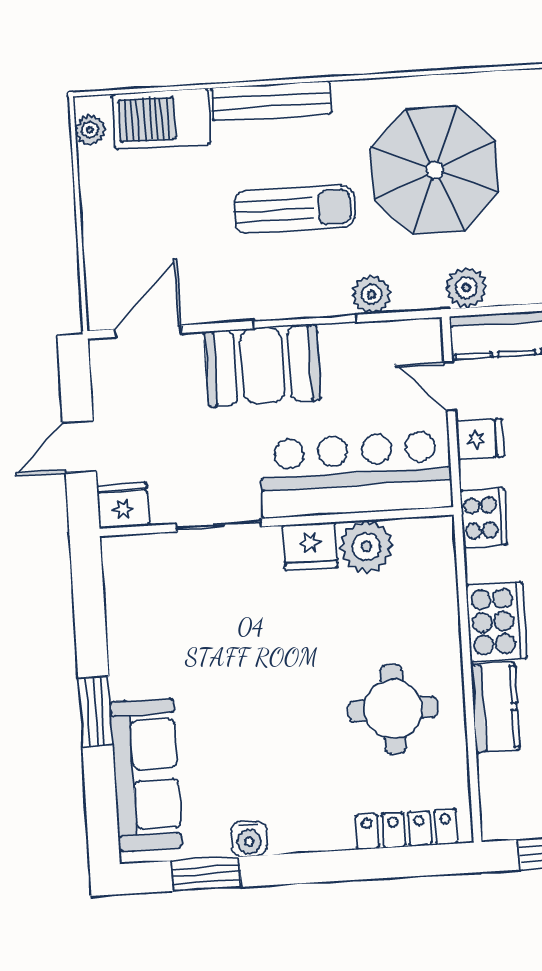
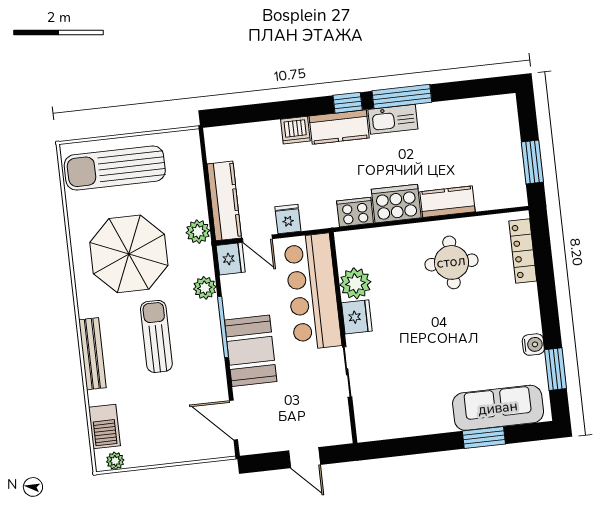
barbecue: (162, 119) -> (104, 426), width x0.73, depth x0.83
door: (450, 386) -> (257, 238), hinge flipped
fridge: (123, 506) -> (231, 259), moved, turned 180
cooker: (484, 518) -> (355, 212), moved
window: (95, 712) -> (484, 438), moved

